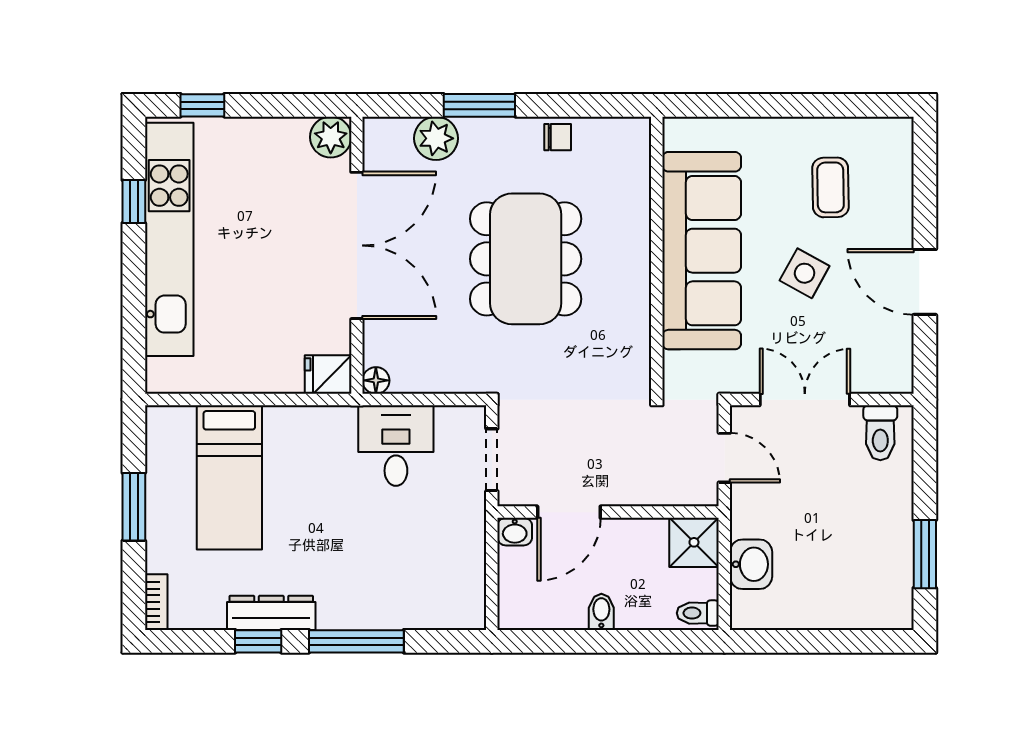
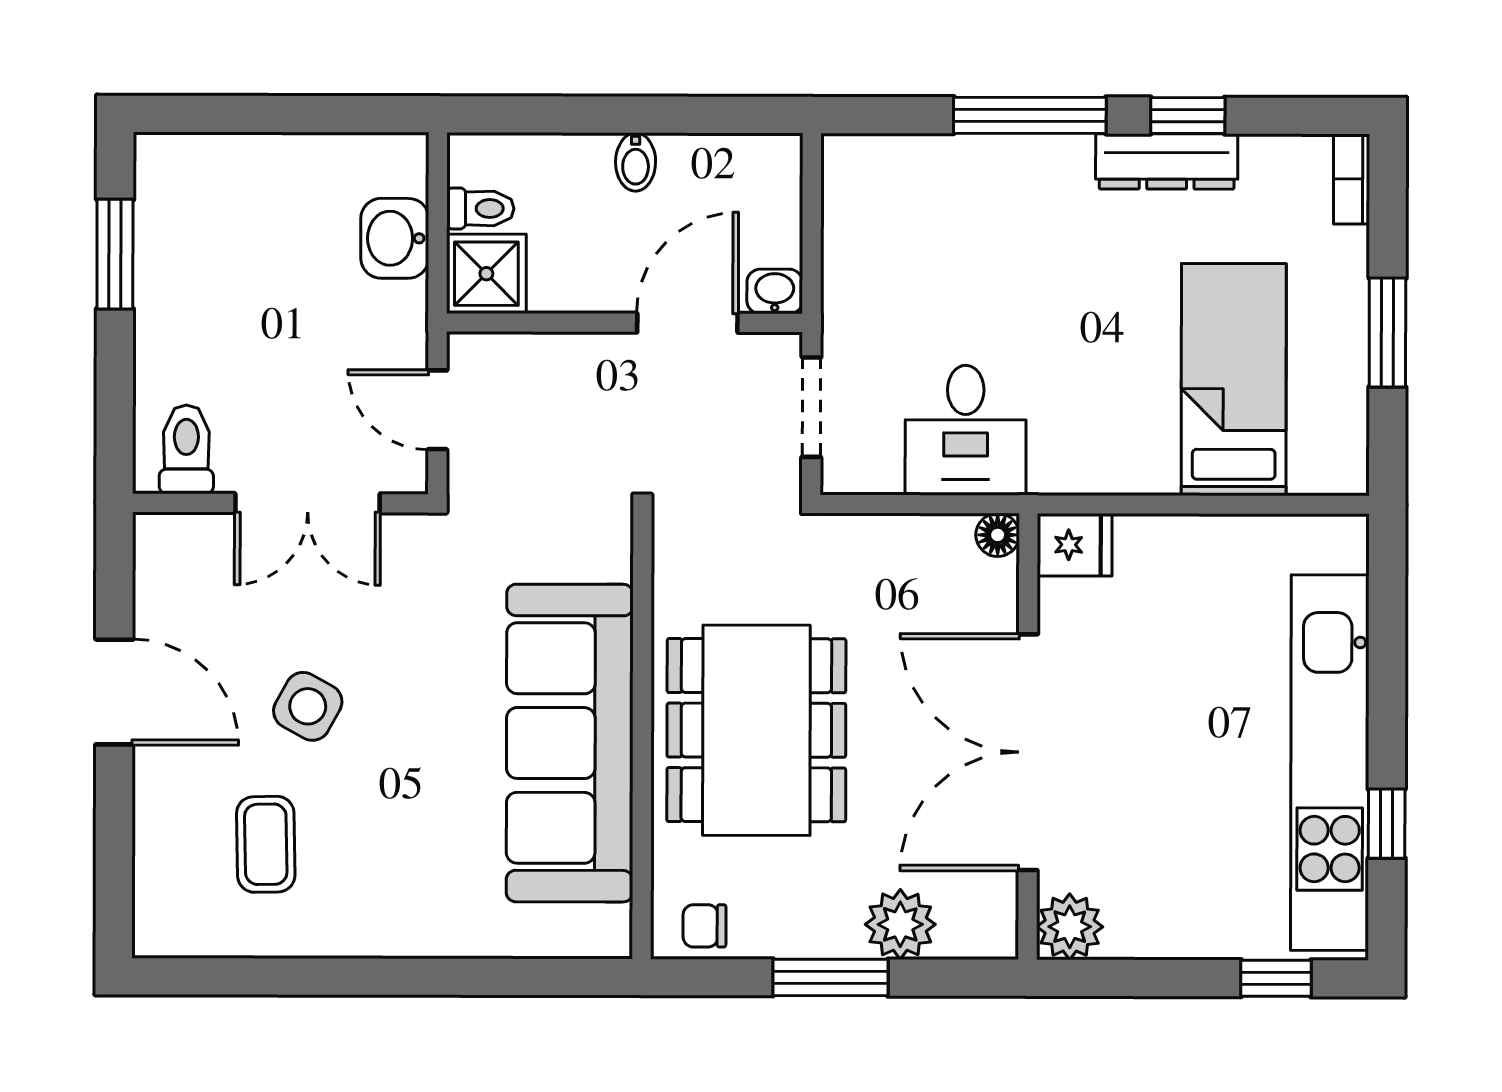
sofa: (702, 251) -> (570, 743), moved
wall: (657, 255) -> (642, 736), moved
toilet: (698, 613) -> (480, 208), moved

